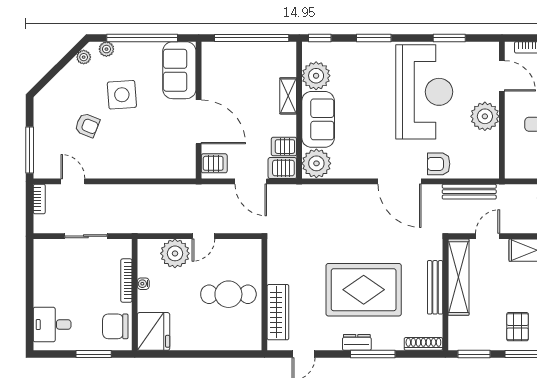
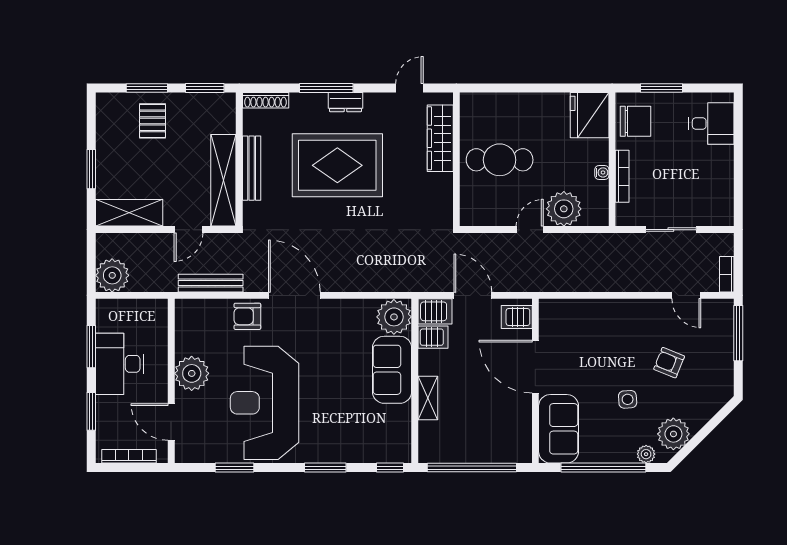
plant: (84, 57) -> (673, 434), width x1.88, depth x1.88
plant: (316, 76) -> (394, 422), removed
side table: (122, 95) -> (628, 399), width x0.54, depth x0.54
armchair: (439, 164) -> (247, 316), turned 180

